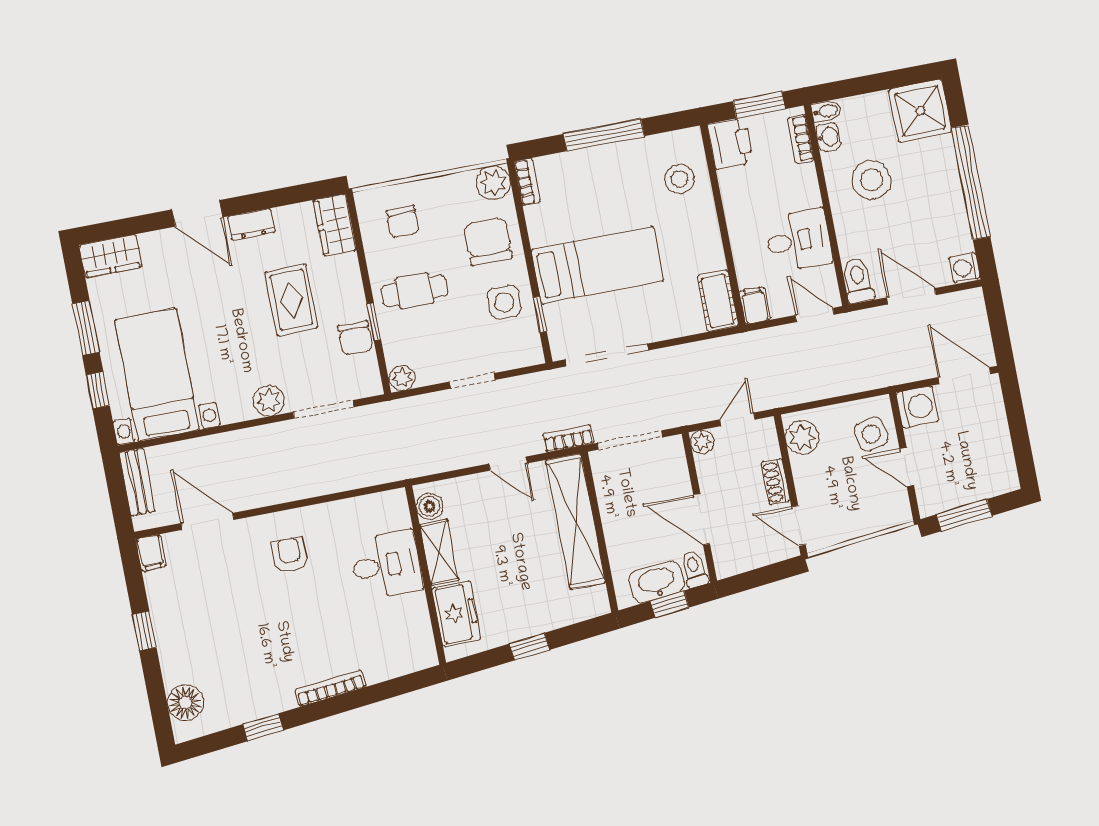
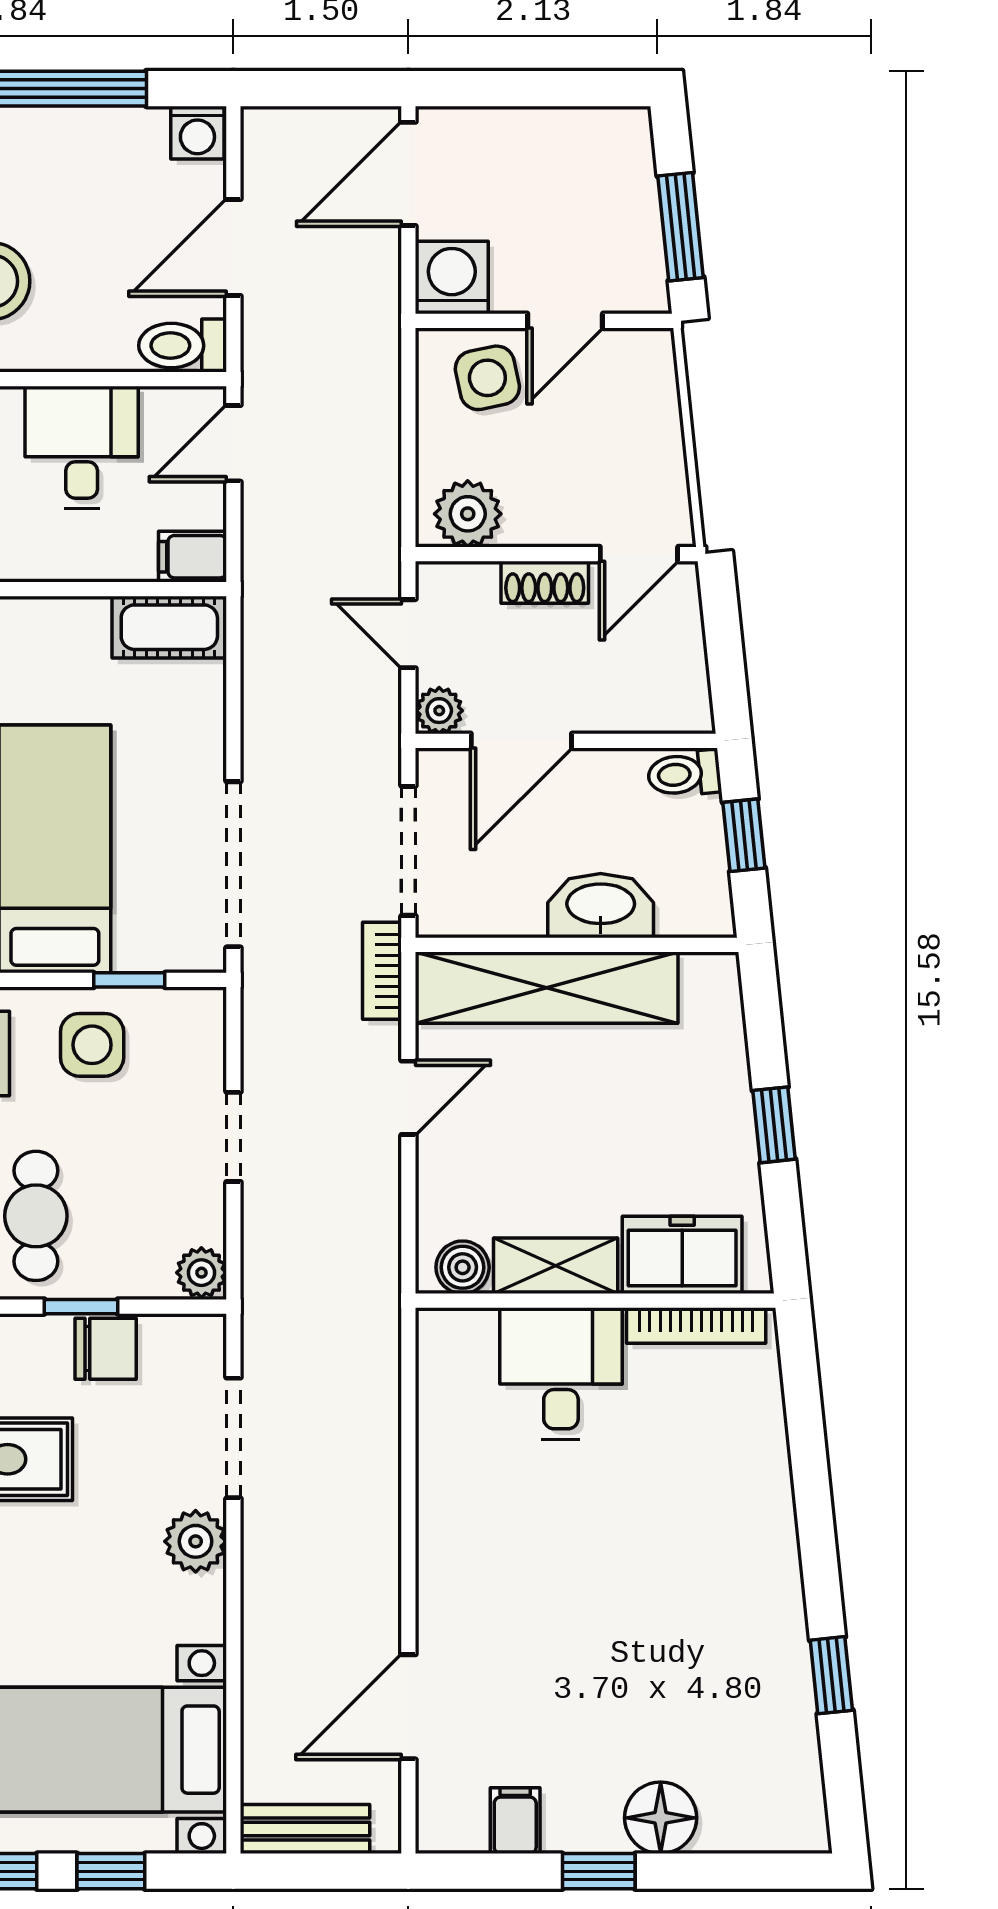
door: (702, 519) -> (521, 741), moved
filing cabinet: (151, 553) -> (515, 1821), moved, turned -90
armchair: (290, 555) -> (505, 1558), removed
washbasin: (657, 582) -> (601, 906), moved, turned 96
bookcase: (330, 688) -> (696, 1326), moved, turned -84
floor lamp: (185, 703) -> (661, 1818), moved

